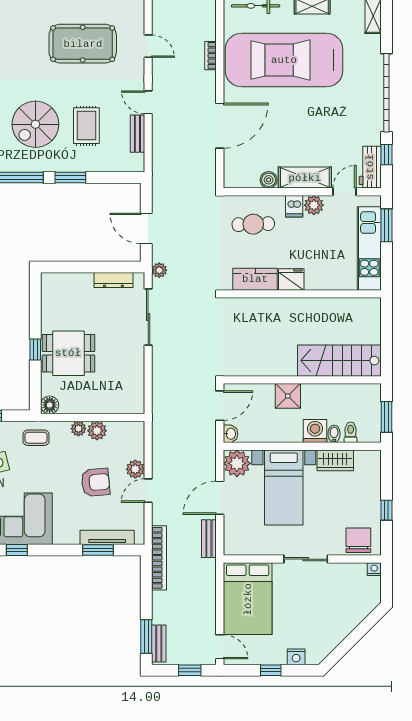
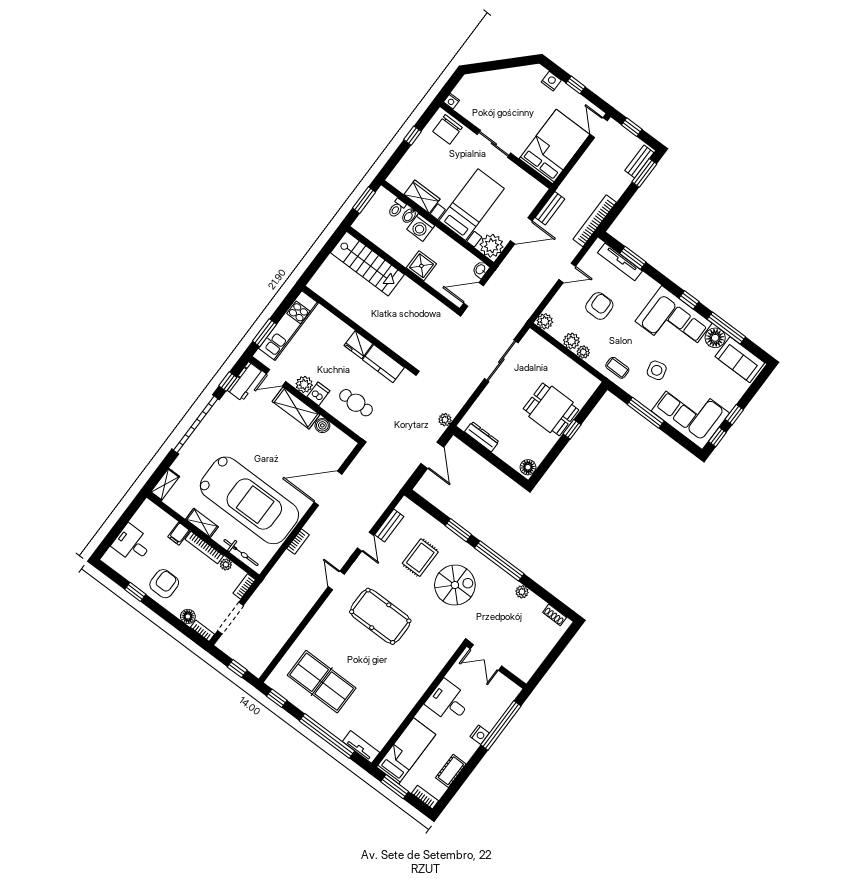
sliding door: (148, 317) -> (501, 361), moved
floor lamp: (50, 405) -> (528, 467), moved
plant: (135, 469) -> (545, 321), moved
armchair: (96, 482) -> (599, 306), turned 95

